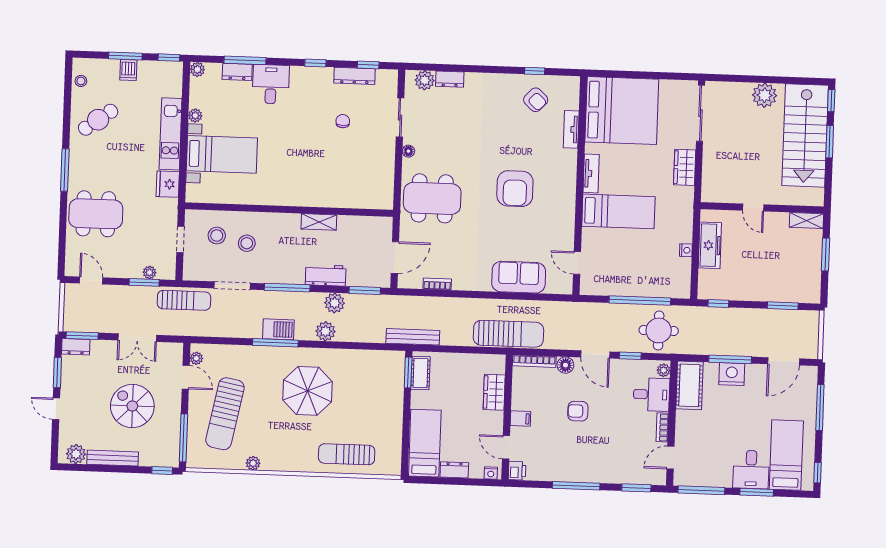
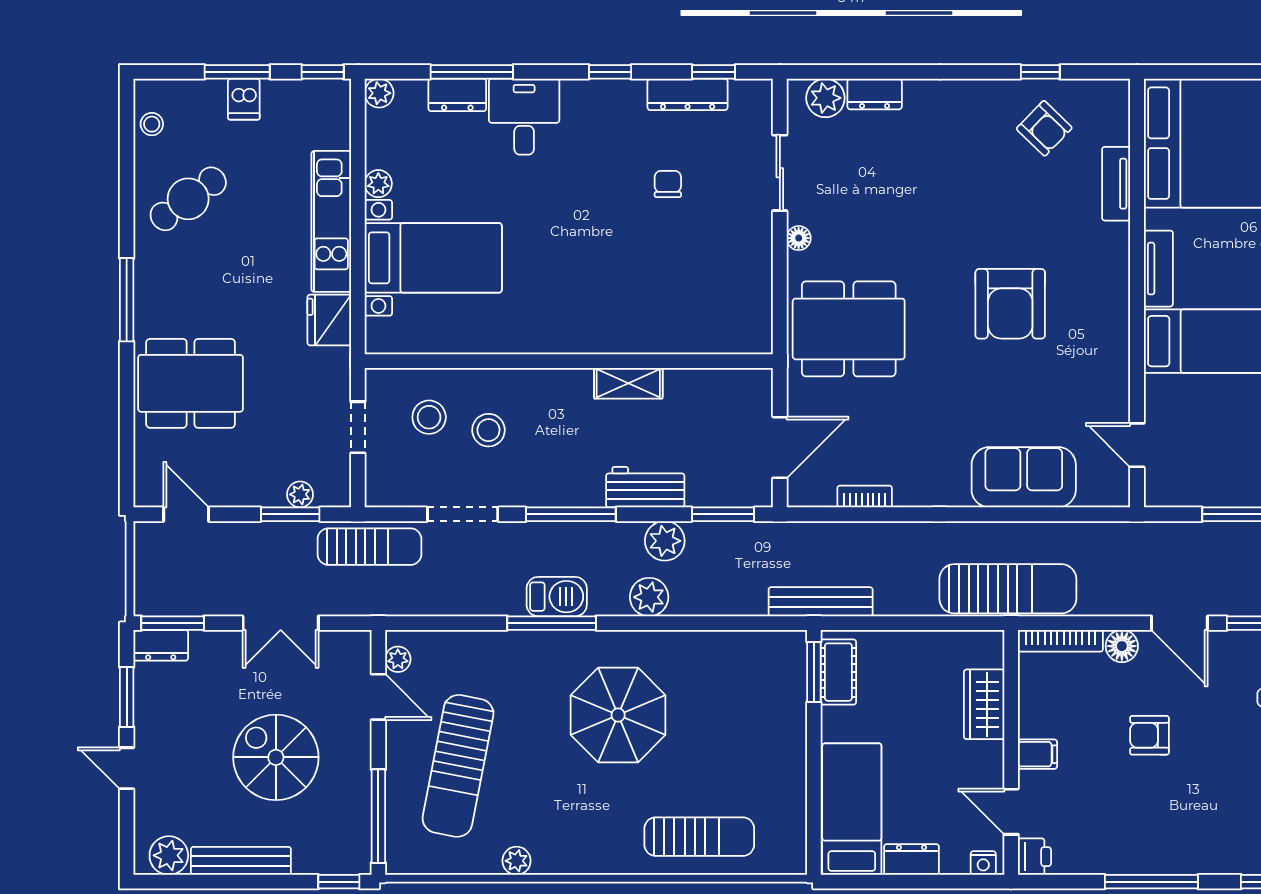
sun lounger: (347, 454) -> (699, 837), turned 180

